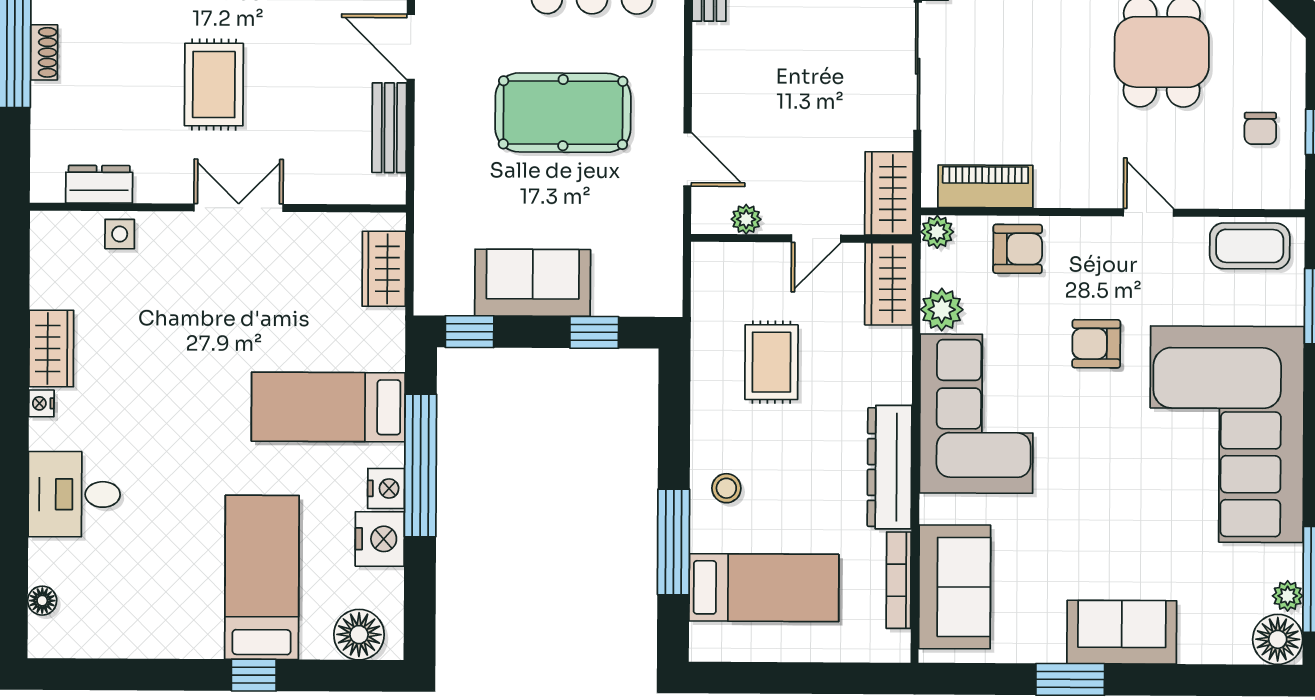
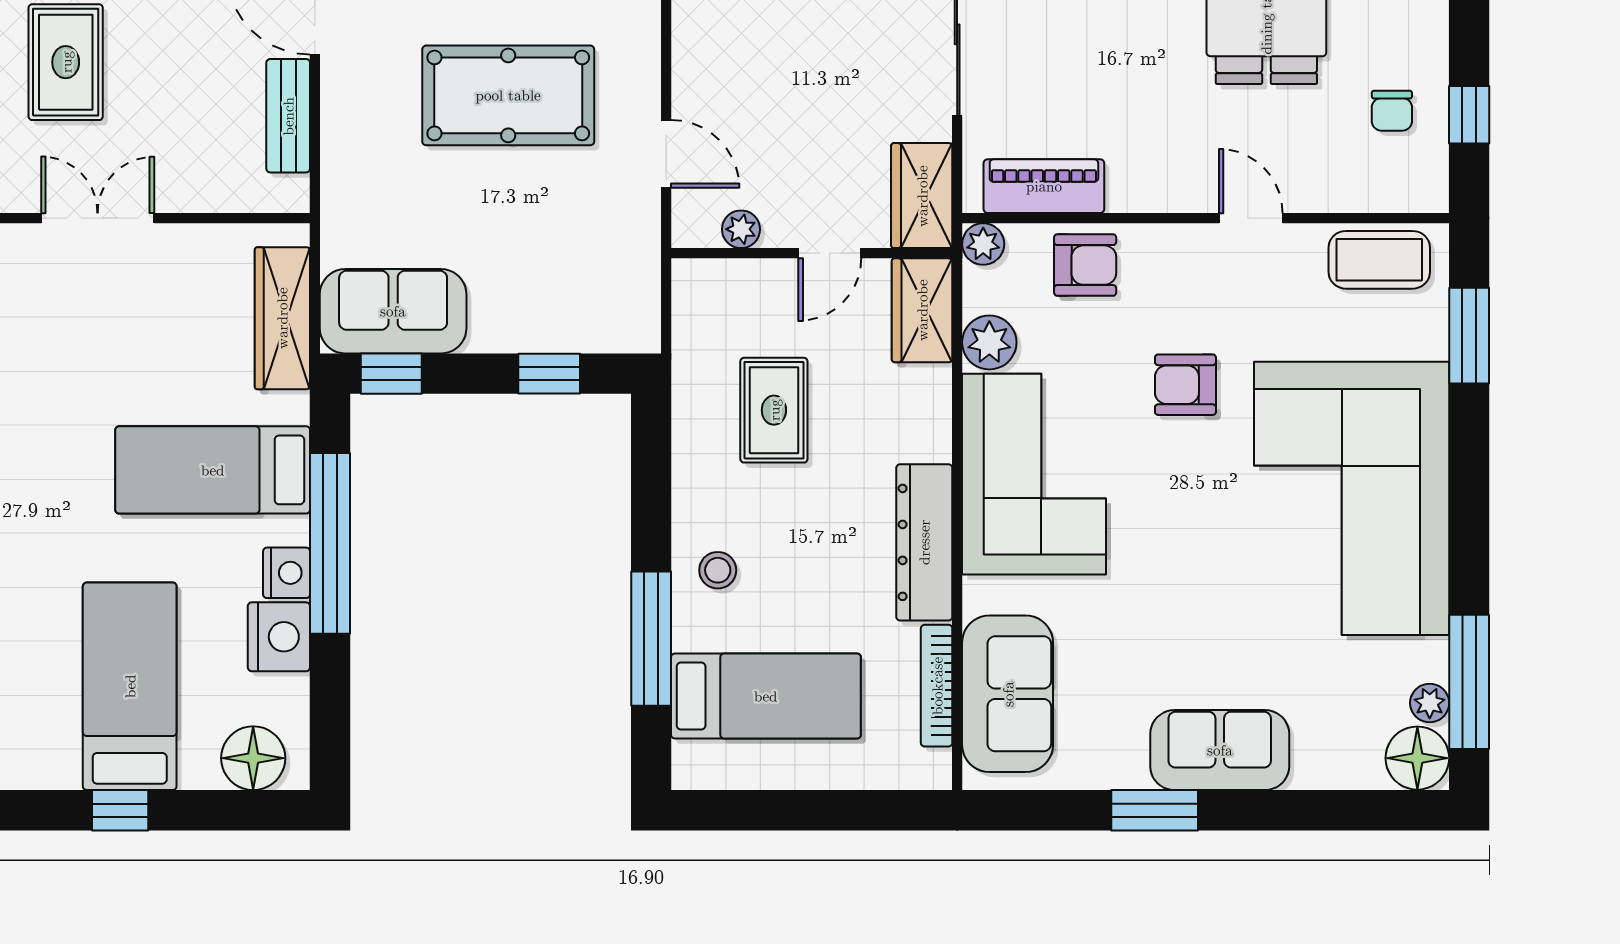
wardrobe: (384, 269) -> (282, 318), width x1.50
sofa: (533, 283) -> (393, 311), moved

